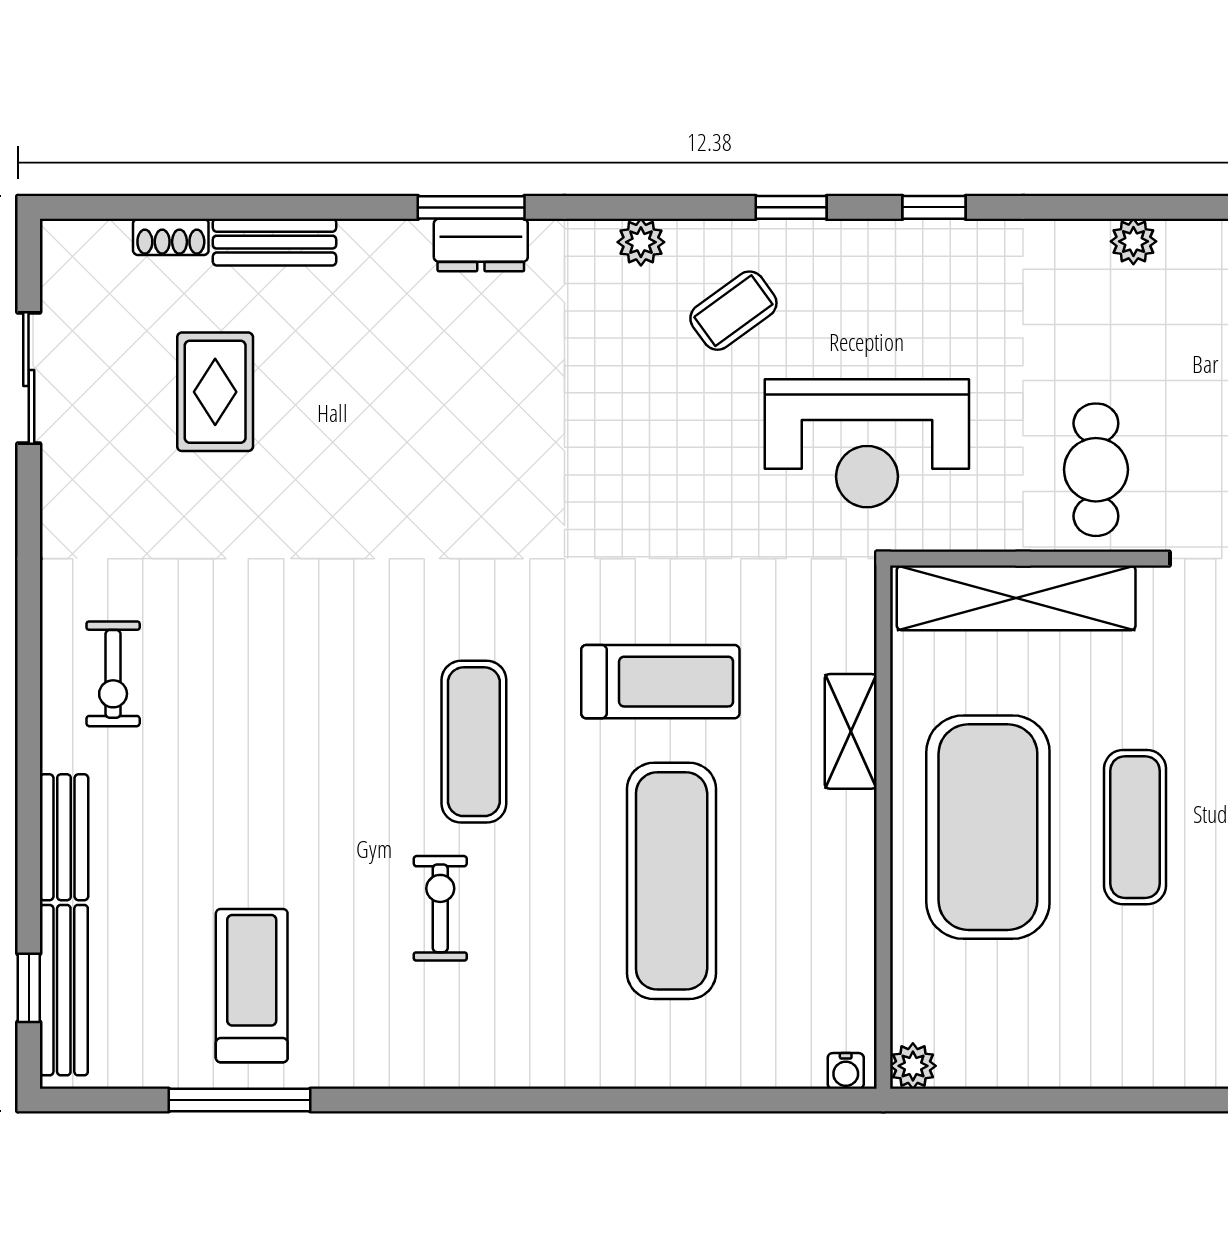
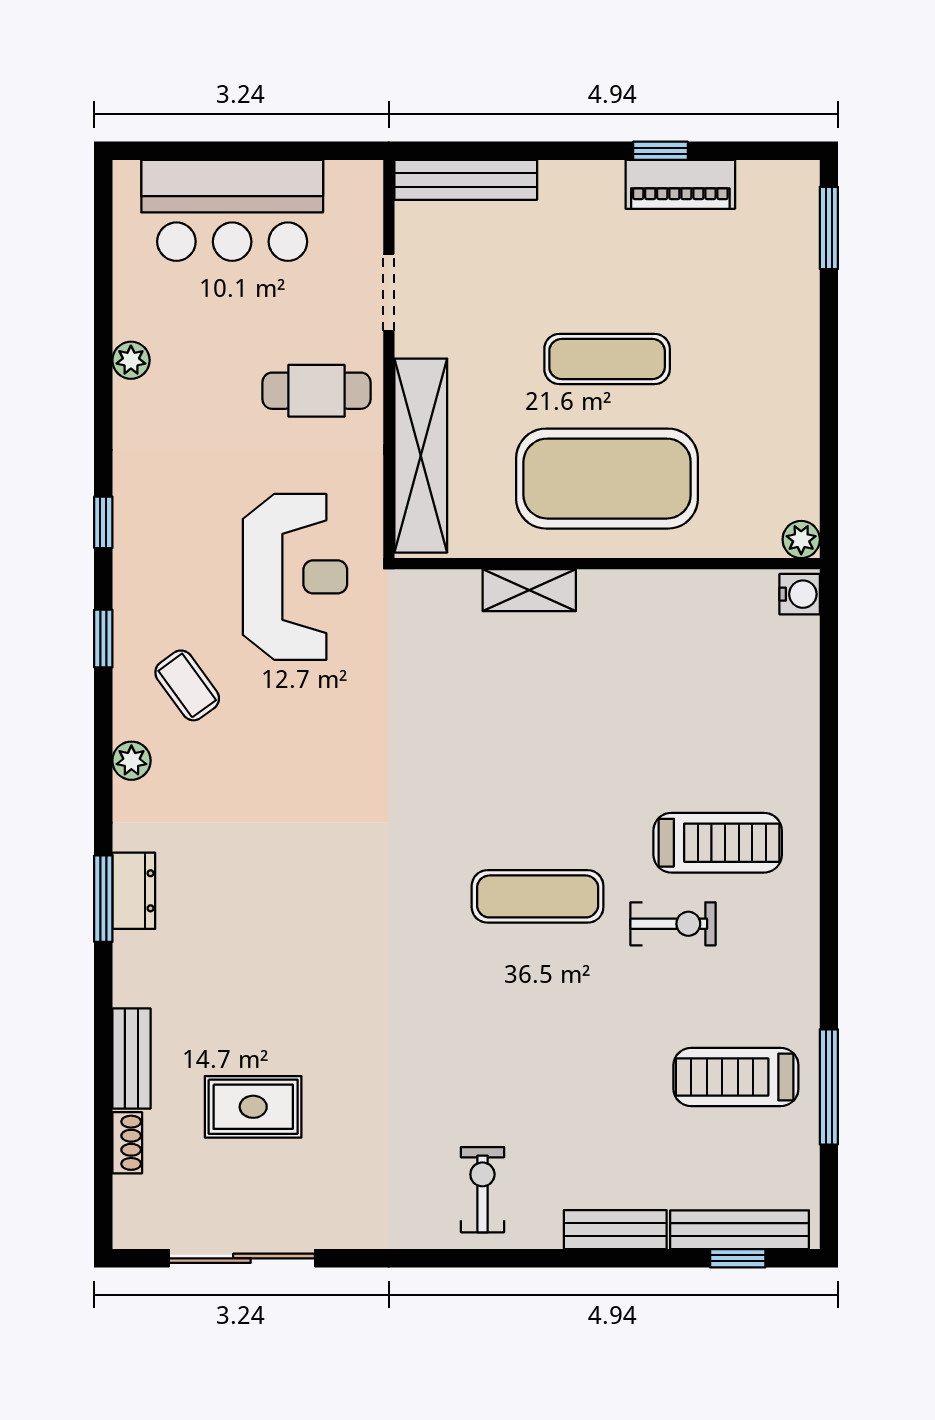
sliding door: (29, 378) -> (242, 1258), width x1.37
exercise bike: (113, 674) -> (482, 1190), turned -90
treadmill: (660, 682) -> (718, 843), moved, turned 90
exercise mat: (672, 881) -> (651, 736), removed
exercise bike: (440, 908) -> (673, 924), turned 180
water cooler: (846, 1071) -> (800, 594), width x1.38, depth x1.38

